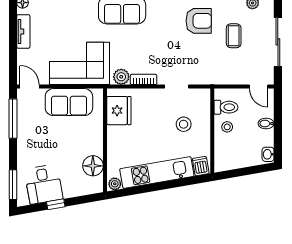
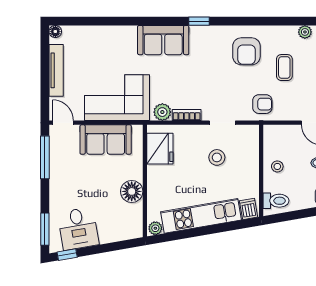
armchair: (199, 21) -> (246, 51), turned 90
tv unit: (23, 31) -> (56, 70), width x1.41
armchair: (213, 69) -> (262, 104), added
toilet: (226, 107) -> (276, 201), moved
stool: (184, 124) -> (217, 157), moved
floor lamp: (93, 166) -> (132, 191), moved
window: (56, 204) -> (67, 255), moved

